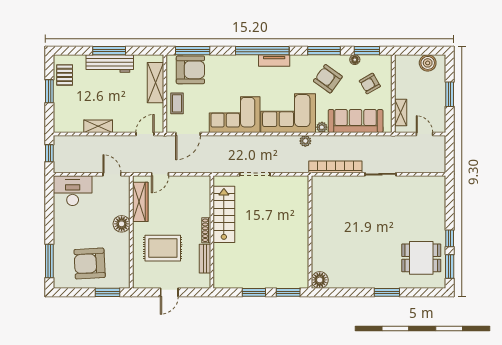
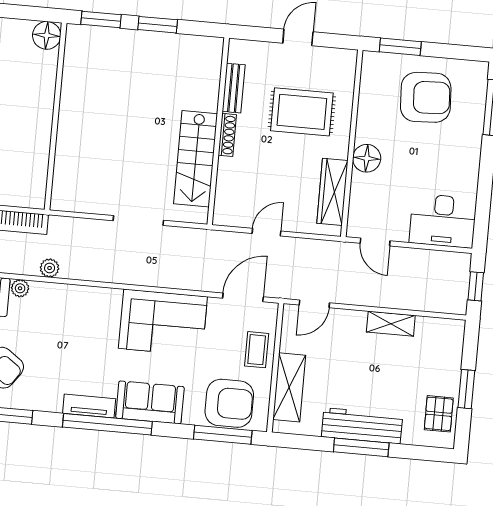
sofa: (238, 66) -> (150, 402), added
armchair: (190, 70) -> (229, 403), turned 180
corner sofa: (288, 113) -> (74, 317), removed
door: (160, 174) -> (267, 232), moved

